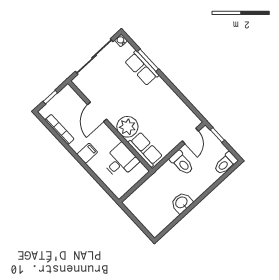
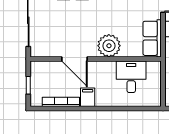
row of seats: (145, 149) -> (152, 38), moved, turned -90
filing cabinet: (87, 153) -> (88, 97), moved

